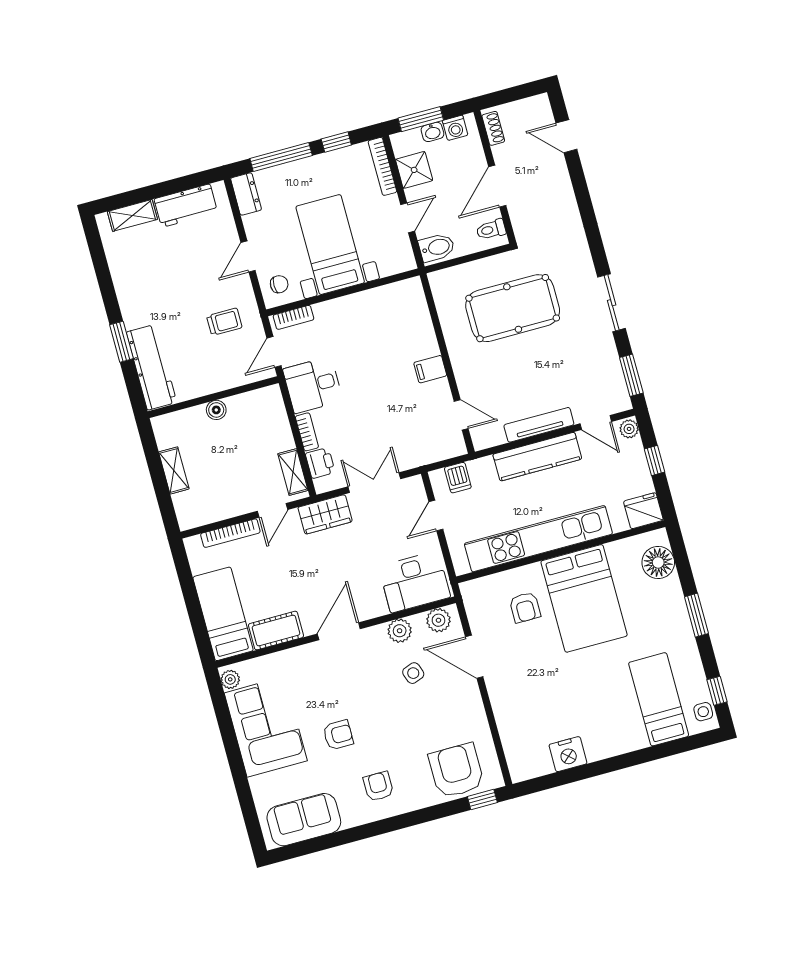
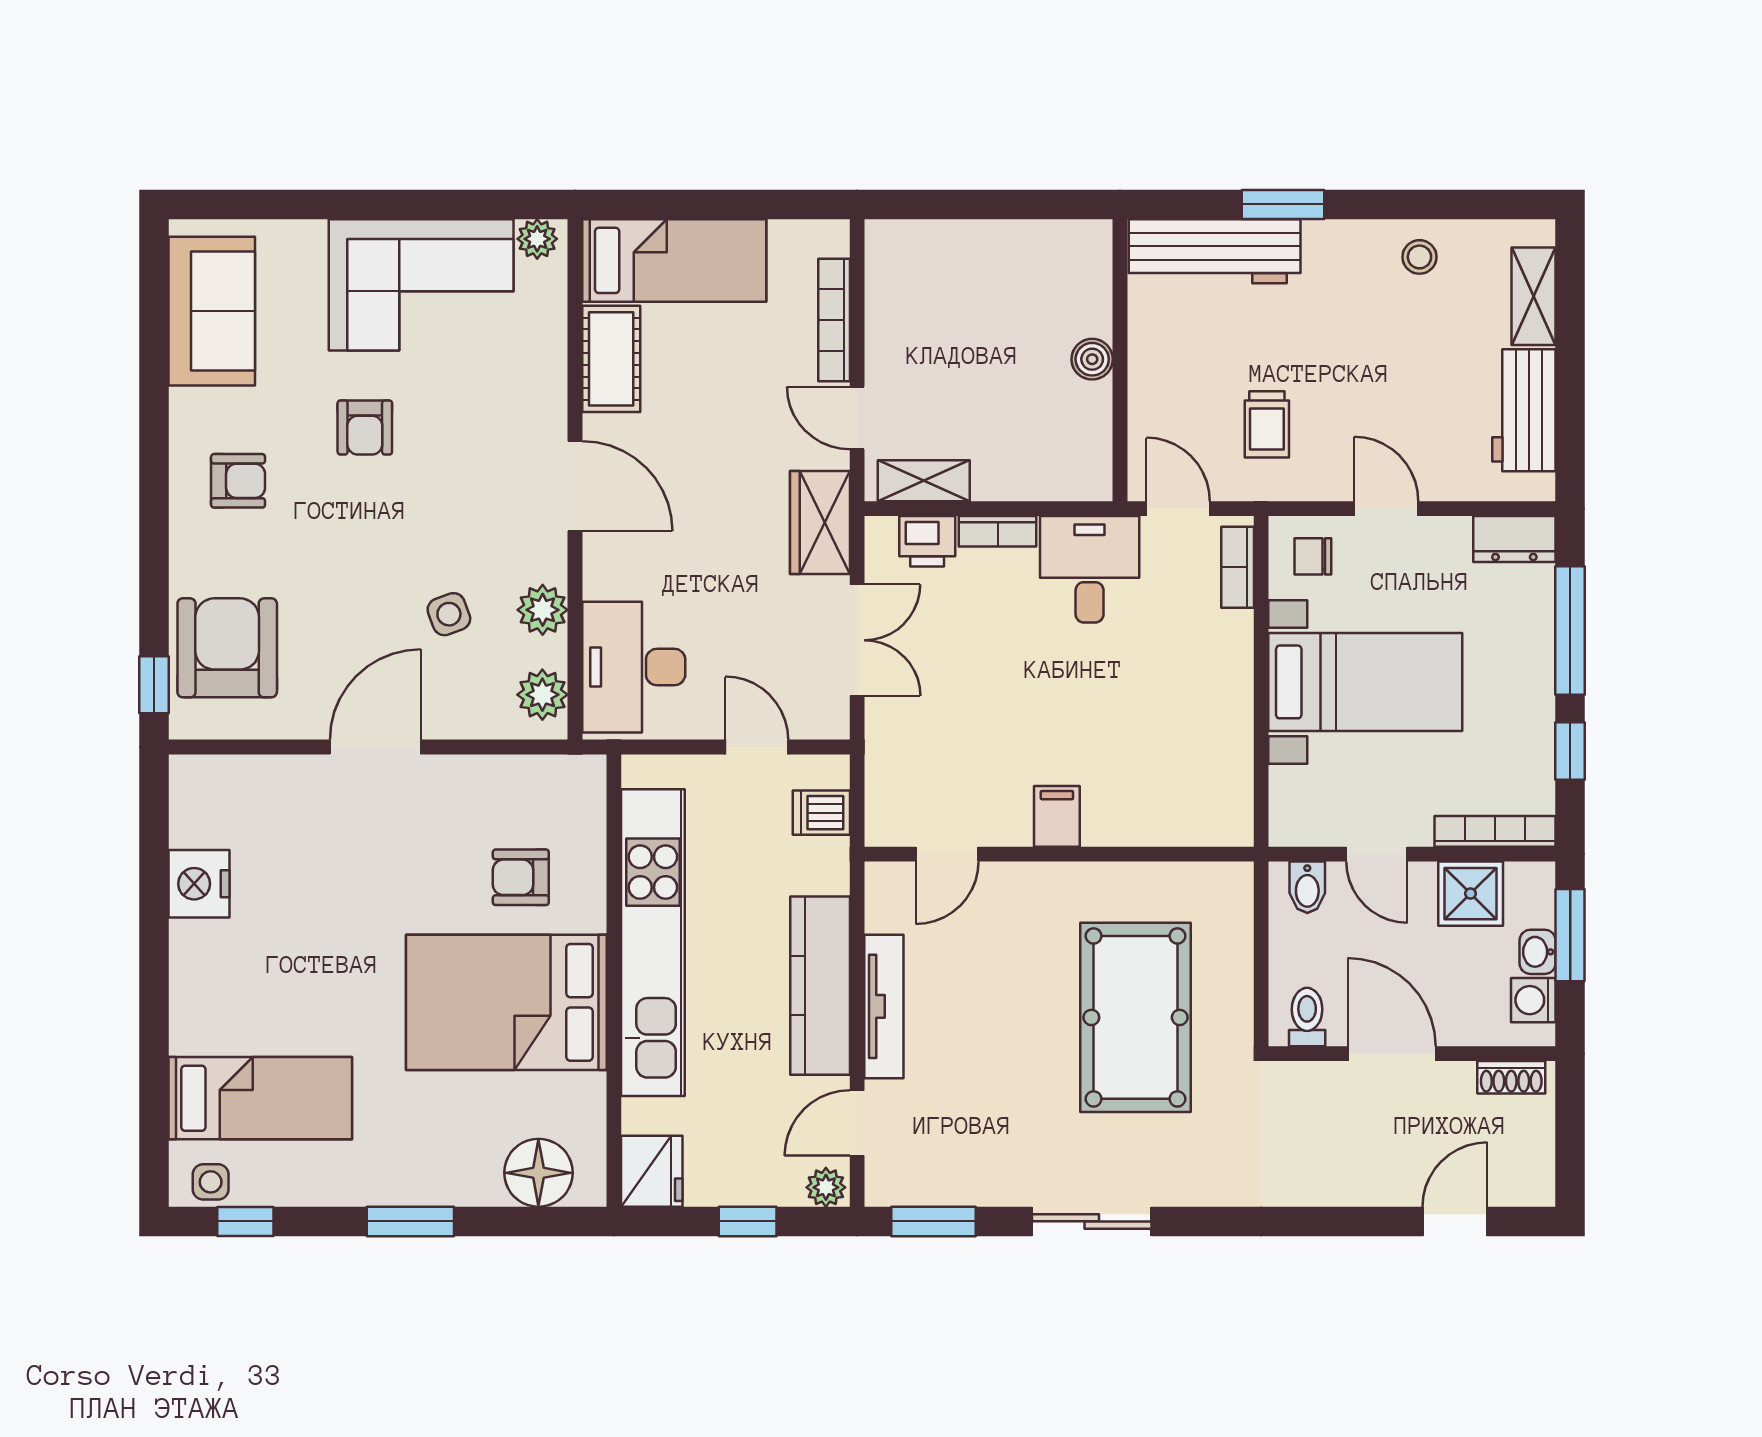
bidet: (437, 247) -> (1307, 887), width x0.72, depth x0.74
stool: (129, 273) -> (1419, 257), added
chair: (279, 284) -> (1313, 556), turned 90
shelving: (174, 470) -> (993, 240), removed
door: (474, 657) -> (375, 747), moved
armchair: (456, 771) -> (227, 648), turned -90

